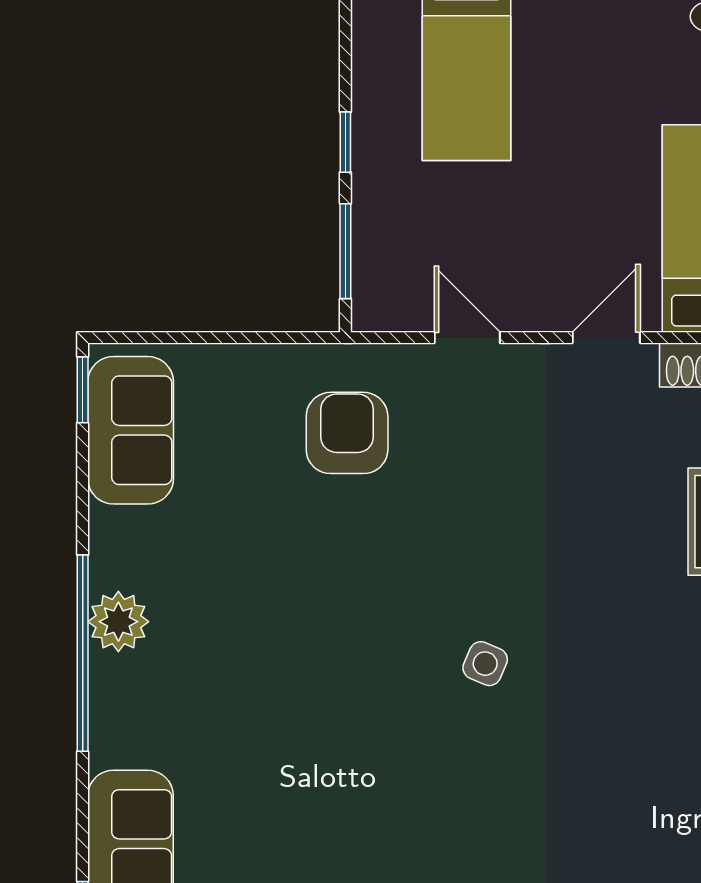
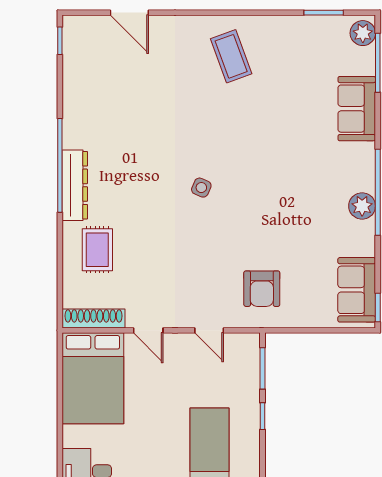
door: (606, 338) -> (148, 330), hinge flipped

